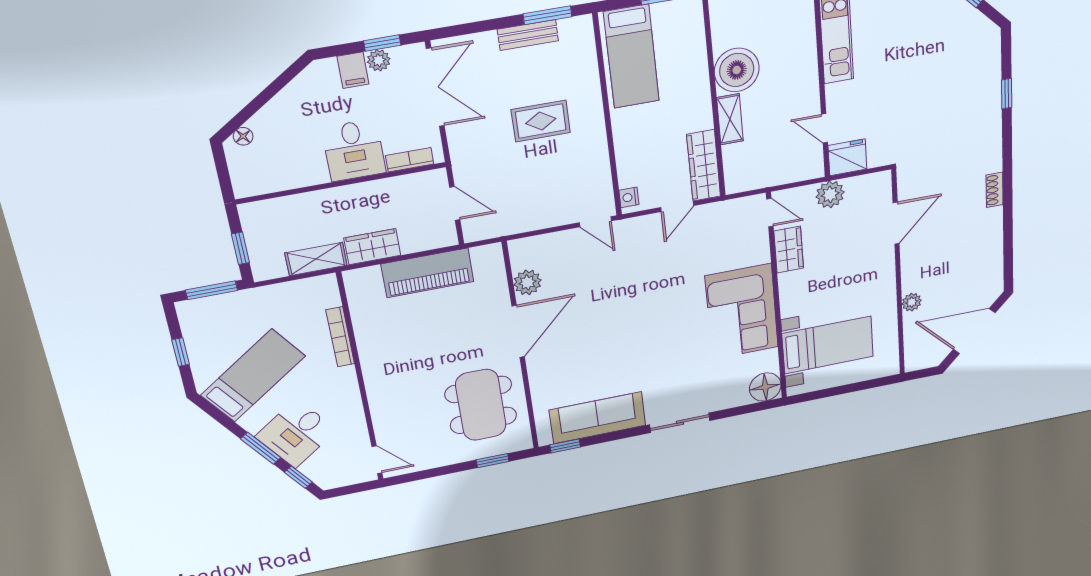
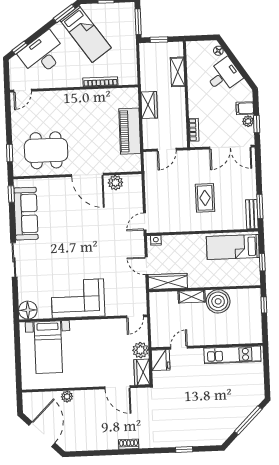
bench: (528, 35) -> (252, 214), moved
desk: (354, 150) -> (224, 76), moved, turned 147
wardrobe: (789, 250) -> (142, 372), moved, turned 90
shelving: (316, 259) -> (178, 72), moved
desk: (296, 433) -> (43, 54), width x1.37
window: (261, 448) -> (64, 13), moved

